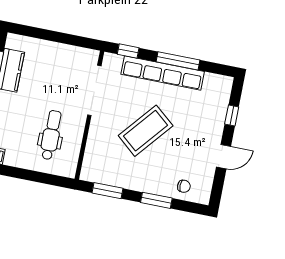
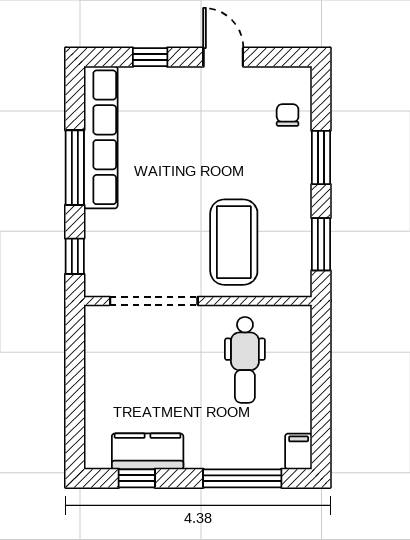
row of seats: (163, 73) -> (101, 137), moved
coffee table: (146, 131) -> (234, 242), moved, turned 50
dental chair: (51, 135) -> (245, 360), turned -90

